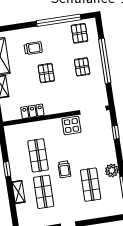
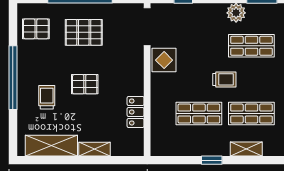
window: (59, 20) -> (13, 78), moved
pallet: (82, 67) -> (84, 32), width x1.50, depth x1.42

